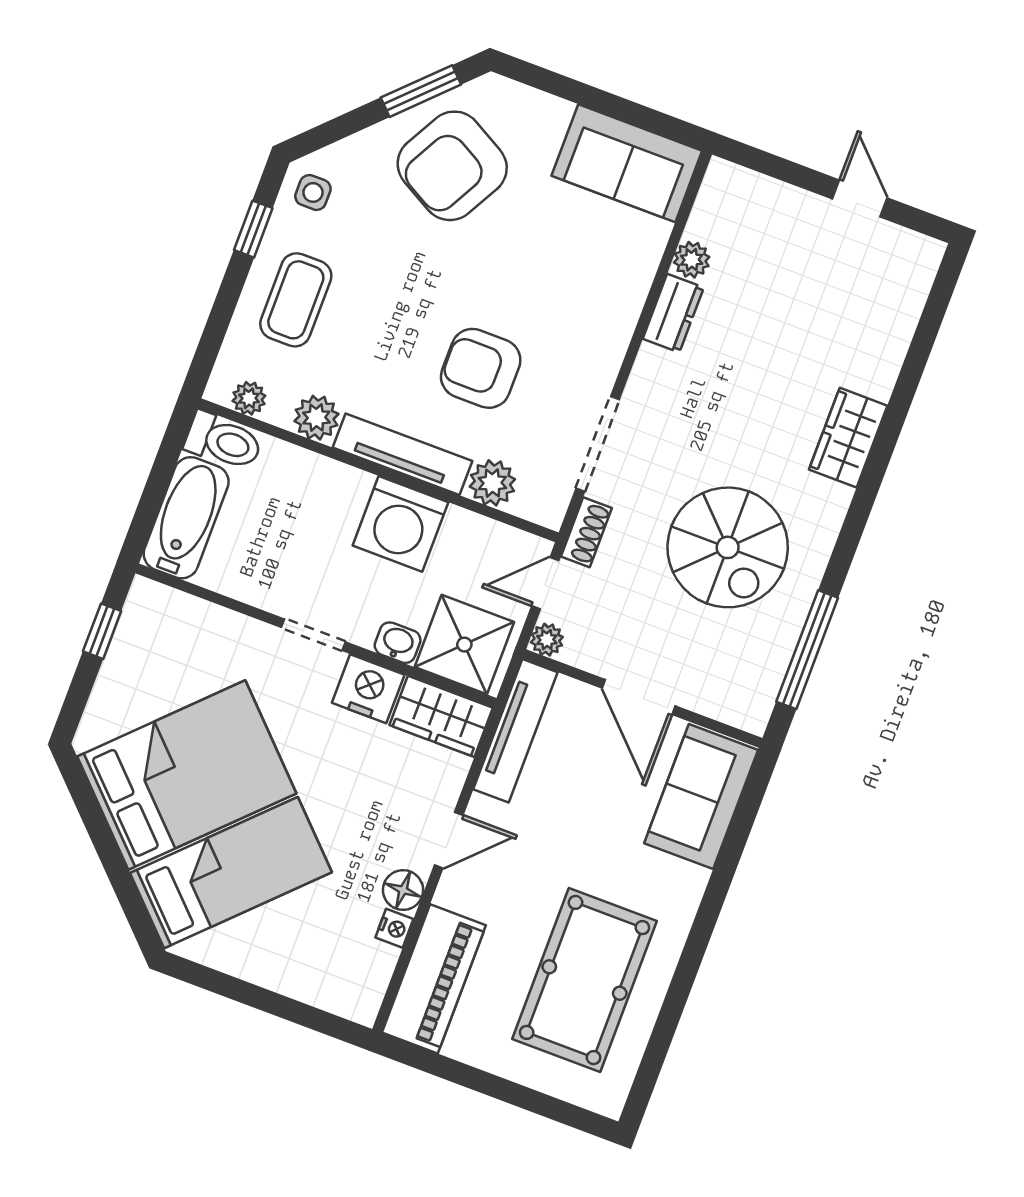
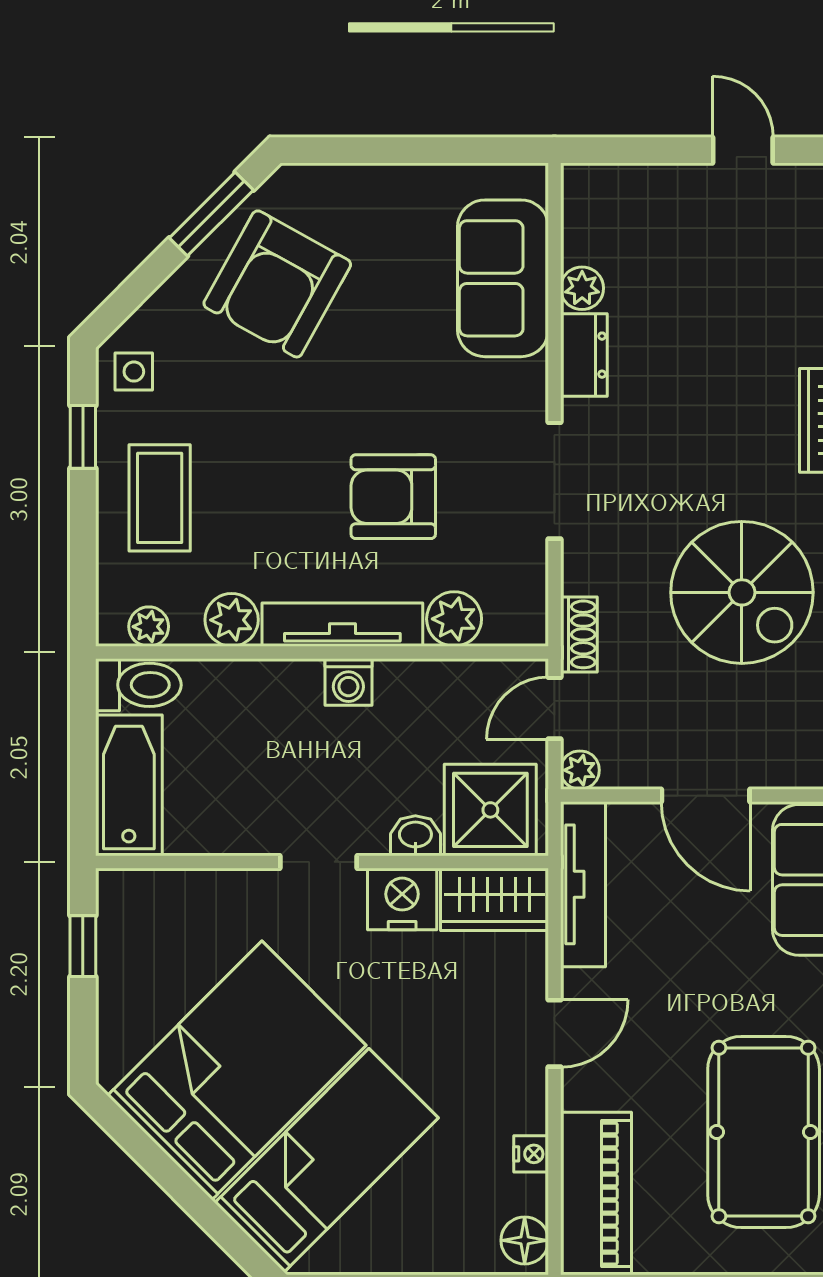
sofa: (627, 163) -> (503, 278), moved, turned 90
doorway: (598, 444) -> (554, 481), moved
washing machine: (400, 524) -> (348, 682), width x0.53, depth x0.53
floor lamp: (403, 890) -> (525, 1240), moved

